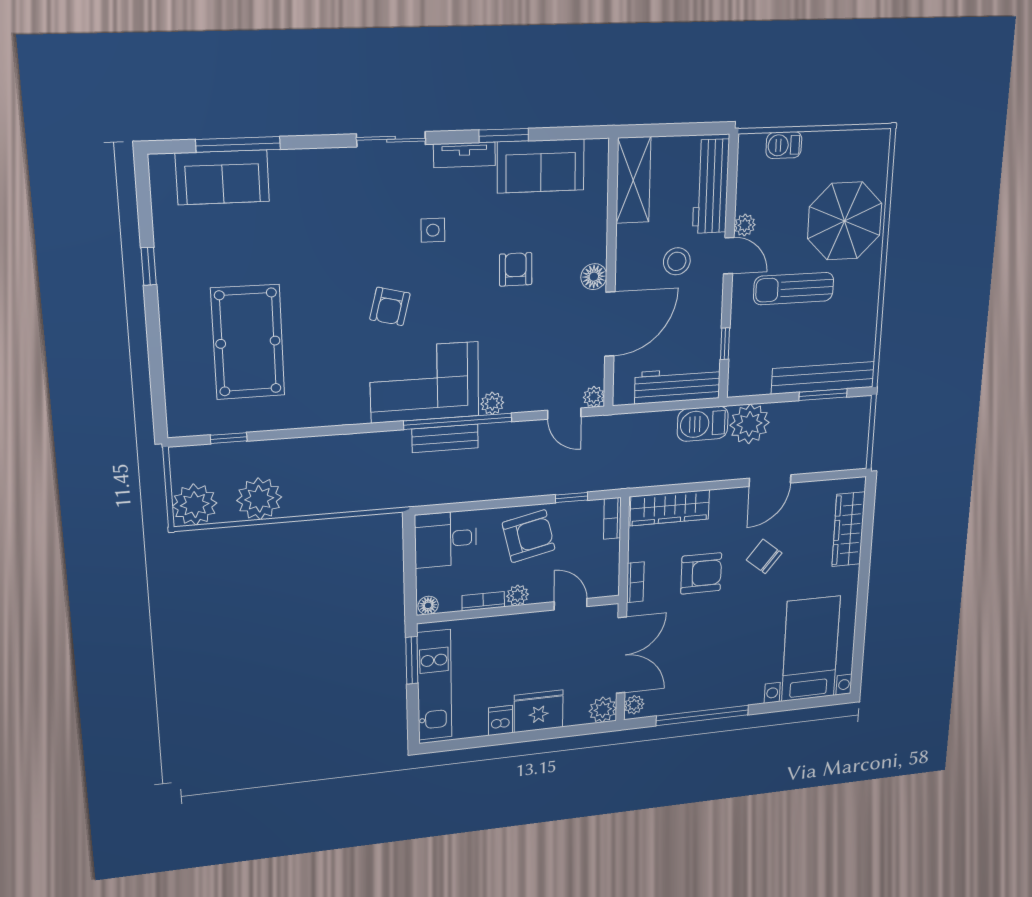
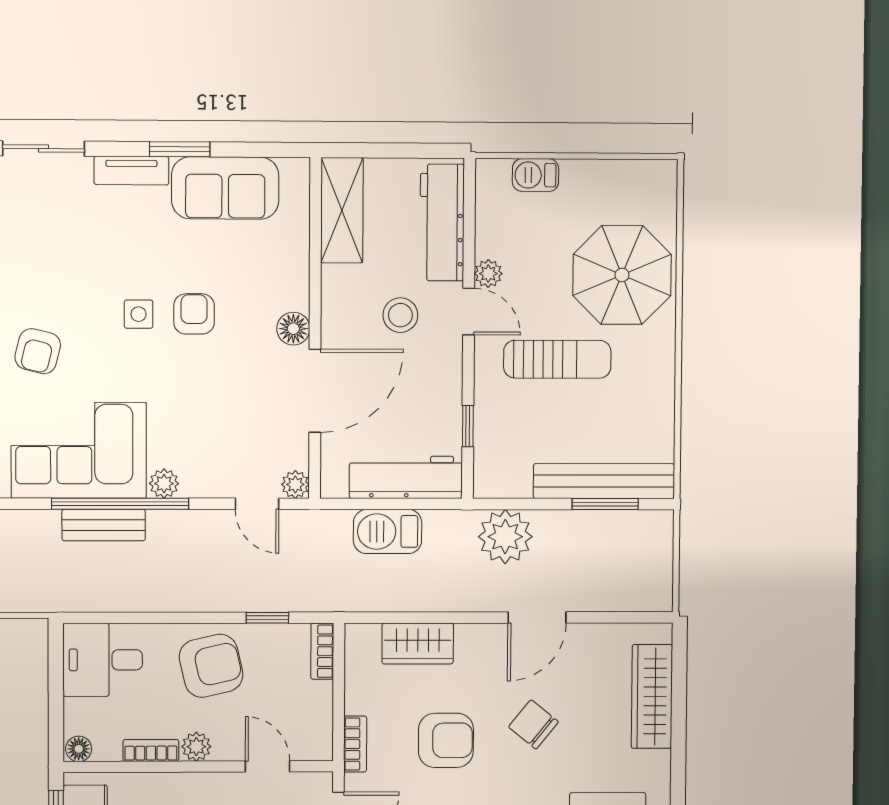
side table: (433, 230) -> (139, 314), moved
sun lounger: (794, 289) -> (557, 359), turned 180
barbecue: (703, 424) -> (388, 531), moved
wardrobe: (670, 508) -> (418, 643), width x0.67

